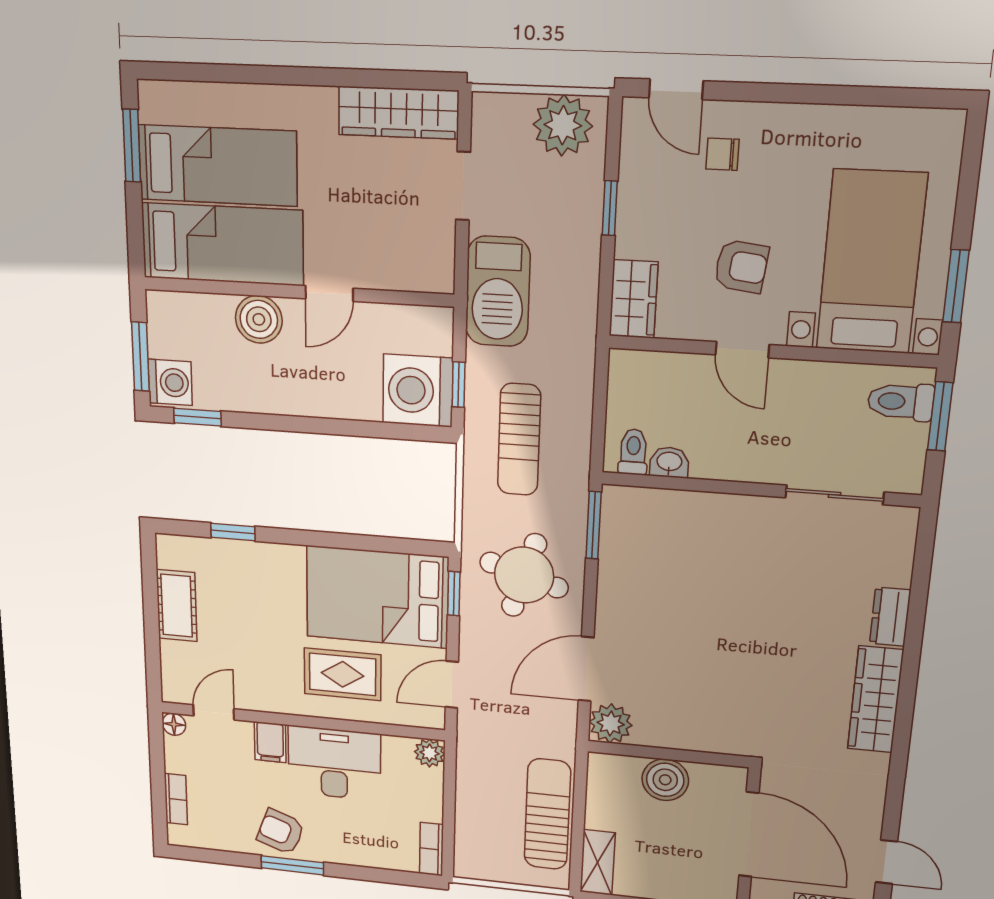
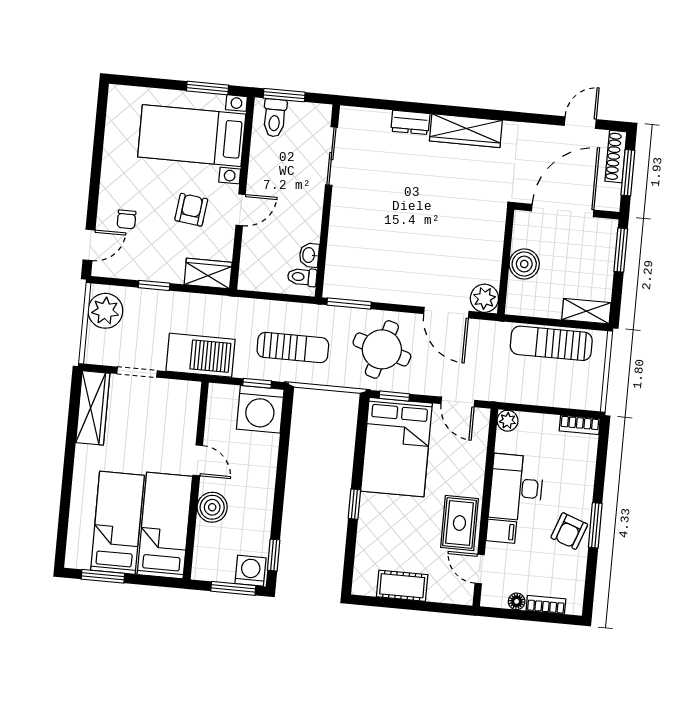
window: (233, 532) -> (354, 504), moved
rug: (343, 674) -> (459, 523), moved
floor lamp: (174, 724) -> (517, 601), moved

